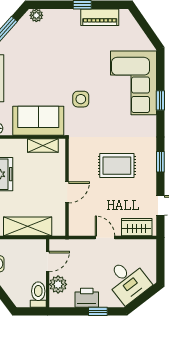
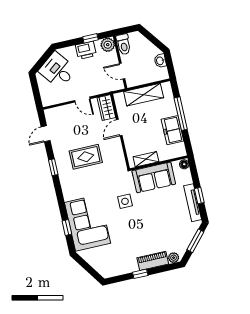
piano: (100, 17) -> (153, 261), moved
window: (160, 100) -> (67, 227), moved
wardrobe: (137, 227) -> (106, 108), moved, turned 90
door: (48, 262) -> (122, 71), hinge flipped
plant: (58, 284) -> (108, 45), moved
window: (98, 311) -> (90, 38), moved

